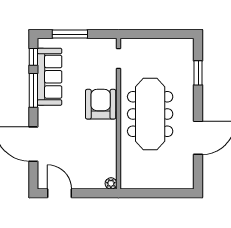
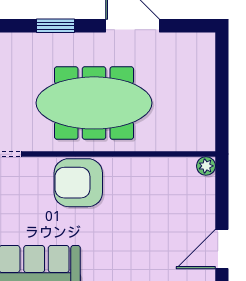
window: (198, 73) -> (55, 26), moved

